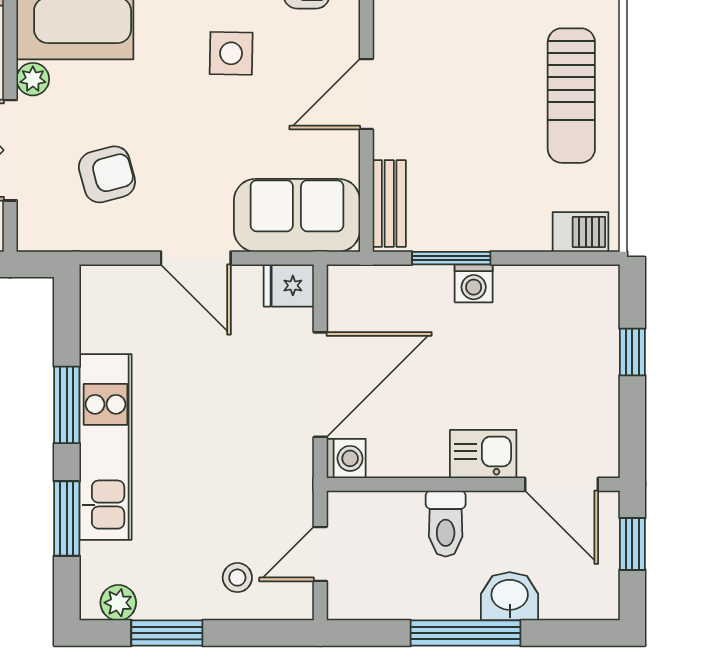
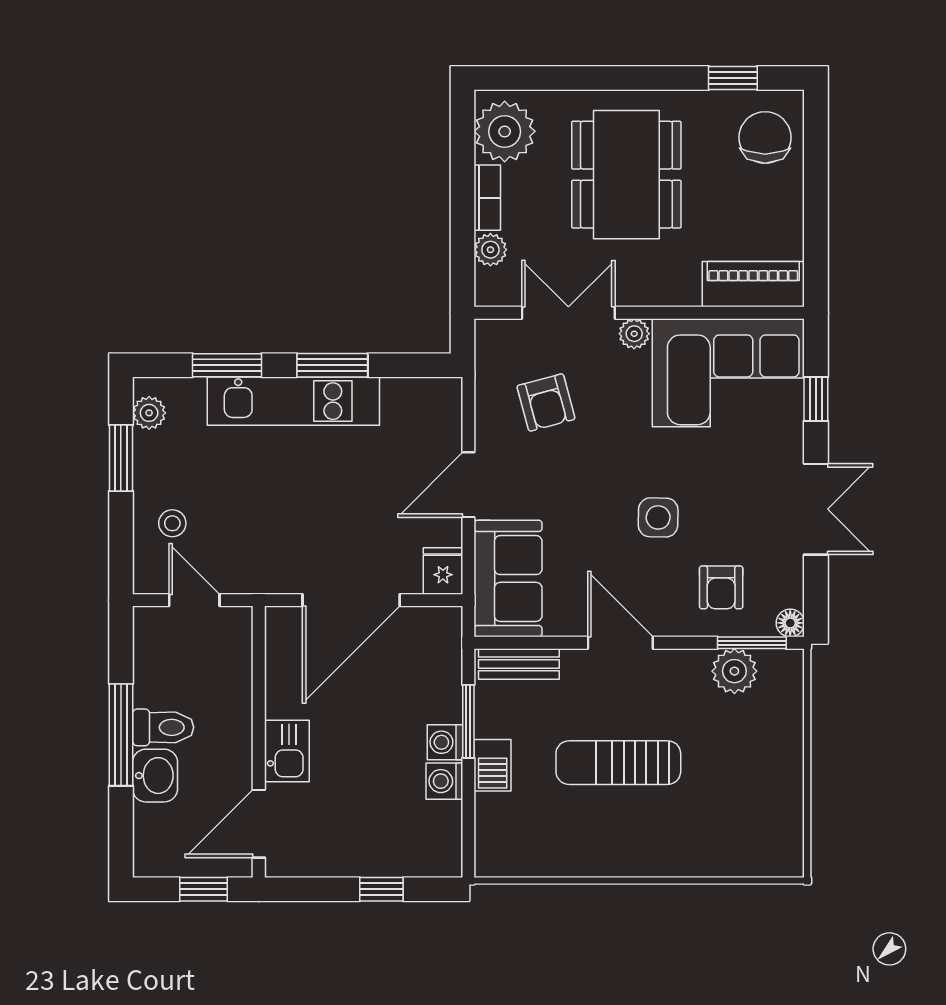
sun lounger: (571, 96) -> (618, 763), moved
barbecue: (580, 232) -> (493, 765), moved
door: (320, 385) -> (351, 600), hinge flipped
washing machine: (346, 458) -> (444, 781), moved, turned 90
toilet: (446, 524) -> (163, 727), moved, turned 180

